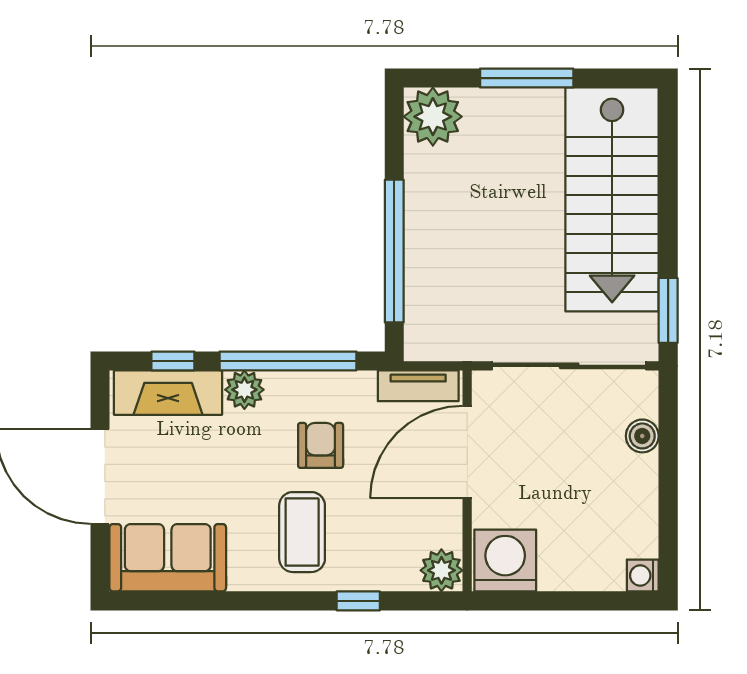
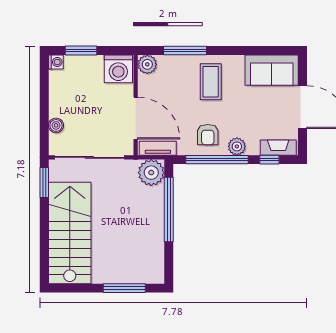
window: (527, 78) -> (124, 288), moved
plant: (433, 117) -> (151, 173), moved
fireplace: (168, 393) -> (278, 148), width x0.73, depth x0.76
armchair: (321, 445) -> (208, 135), moved
door: (467, 452) -> (136, 118), hinge flipped
window: (358, 601) -> (185, 51), width x2.17
window: (587, 601) -> (81, 51), added

